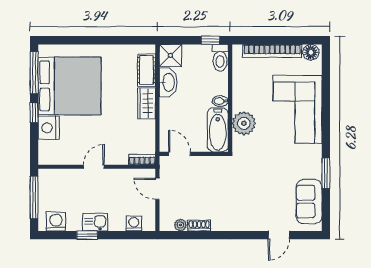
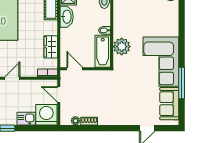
wardrobe: (146, 103) -> (51, 47), moved
corner sofa: (298, 109) -> (161, 62), moved
window: (326, 173) -> (182, 83), width x1.44
kitchen sink: (95, 222) -> (26, 119), moved
washing machine: (134, 224) -> (46, 115), width x1.89, depth x1.89

